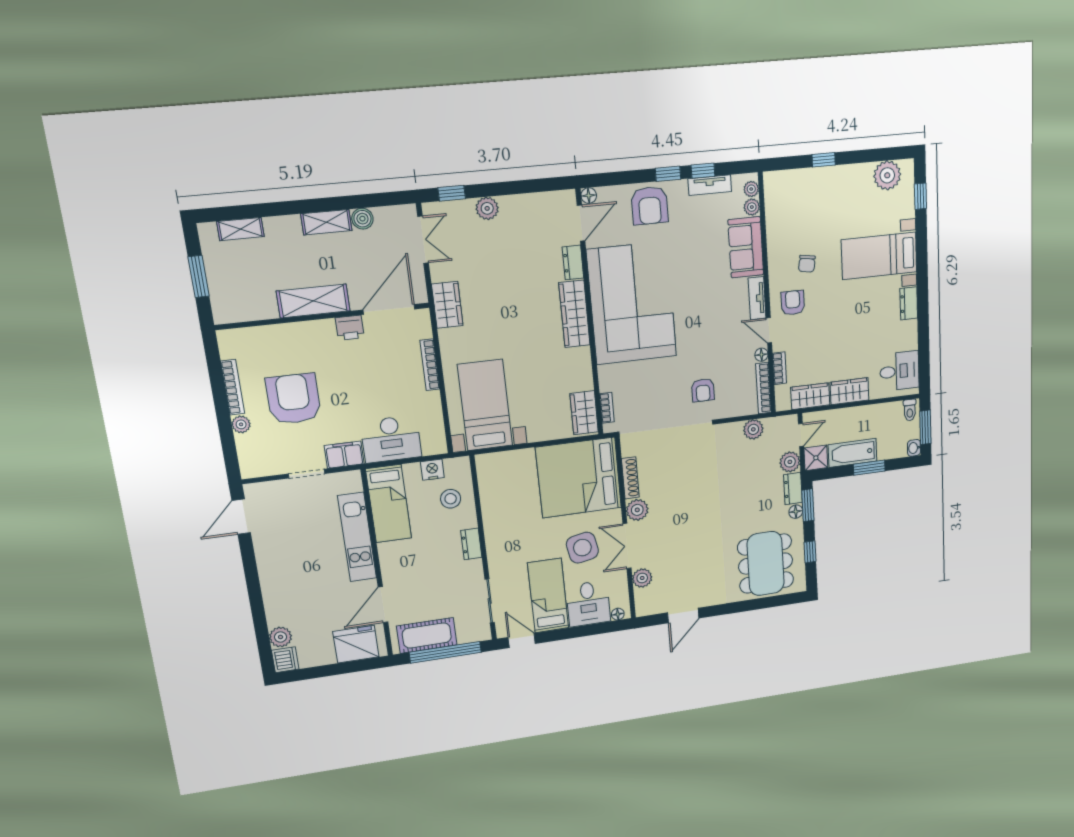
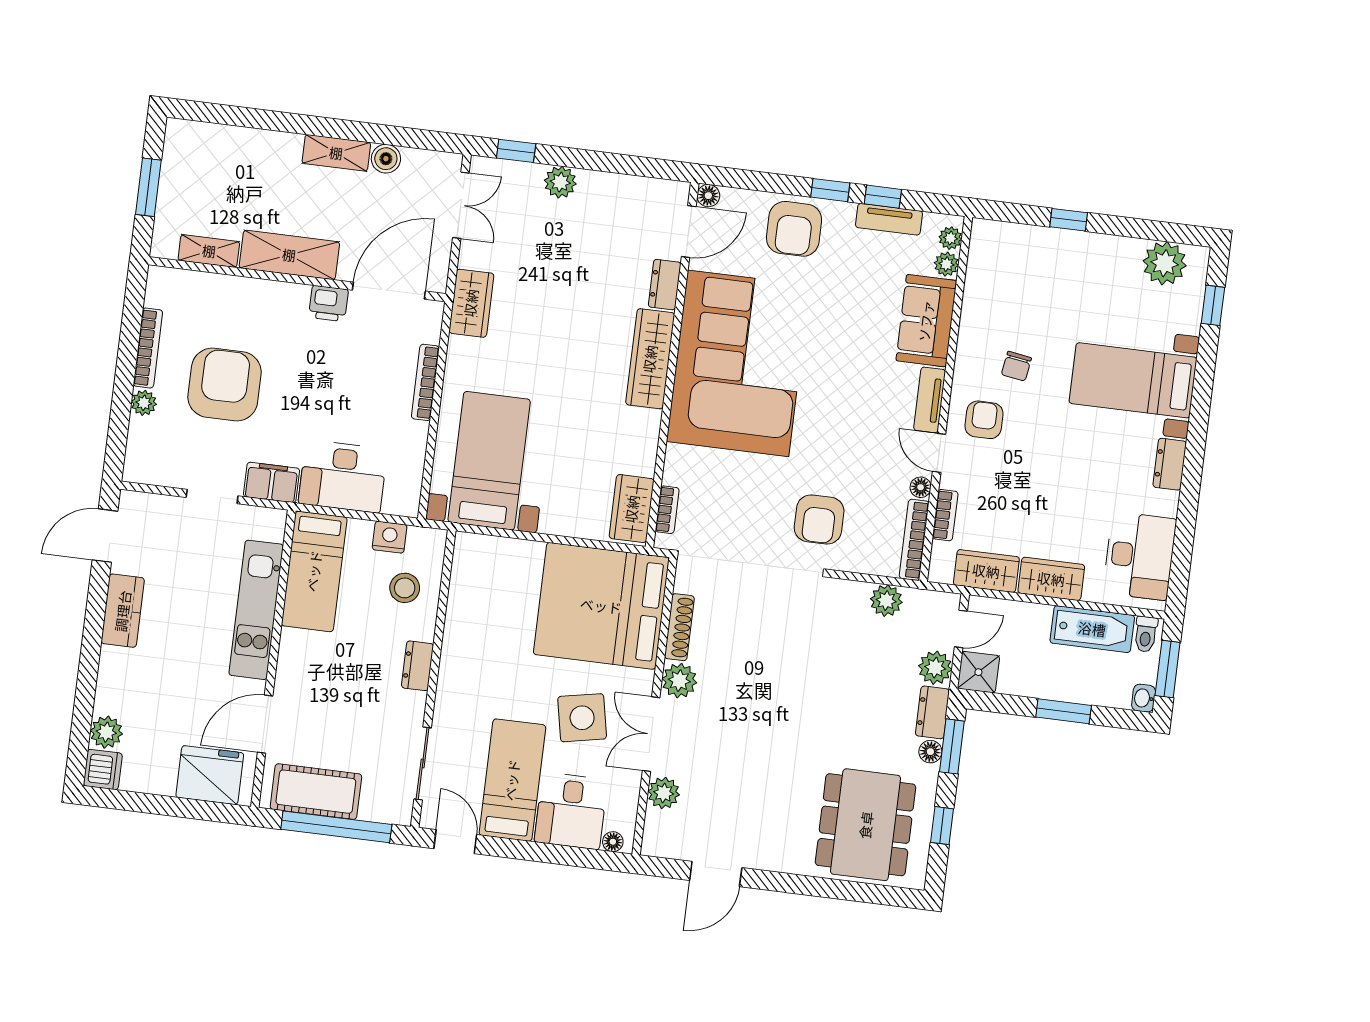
shelving: (240, 229) -> (209, 251), moved
desk: (899, 371) -> (1140, 556), width x1.37
armchair: (703, 390) -> (819, 519), width x1.38, depth x1.38
bathtub: (853, 453) -> (1092, 629), moved, turned 180
kitchen counter: (268, 561) -> (123, 611), added

